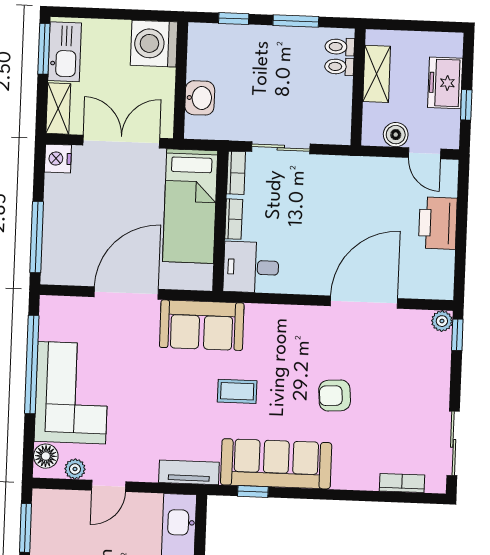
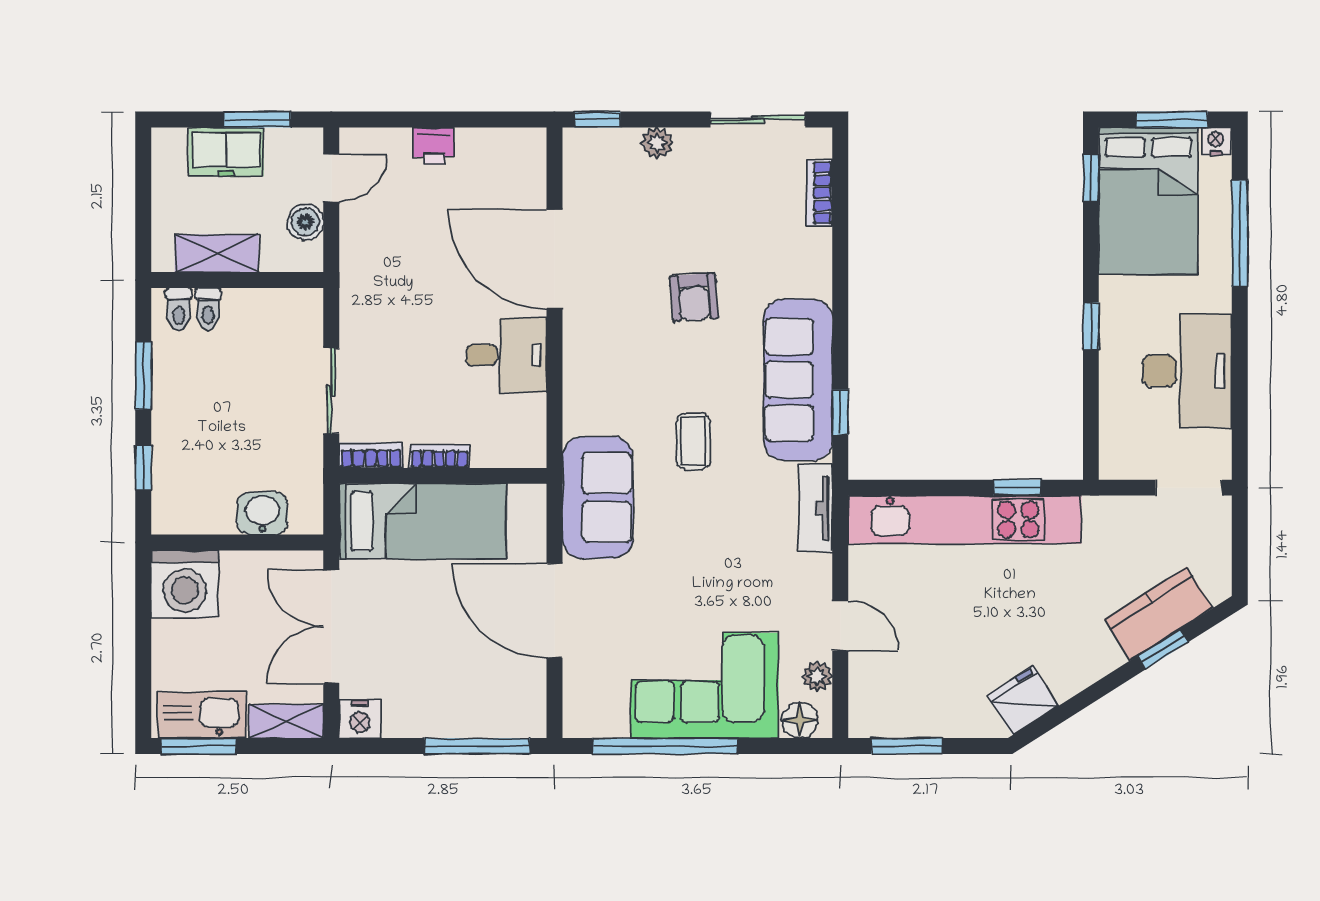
window: (466, 105) -> (257, 120), width x1.50
printer: (438, 223) -> (434, 146), width x0.53, depth x0.68
desk: (251, 267) -> (506, 355), moved, turned -90
plant: (442, 321) -> (657, 143), moved

